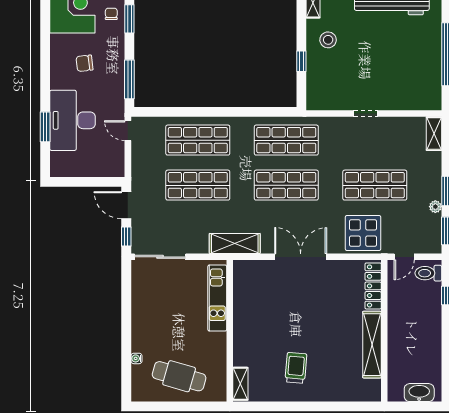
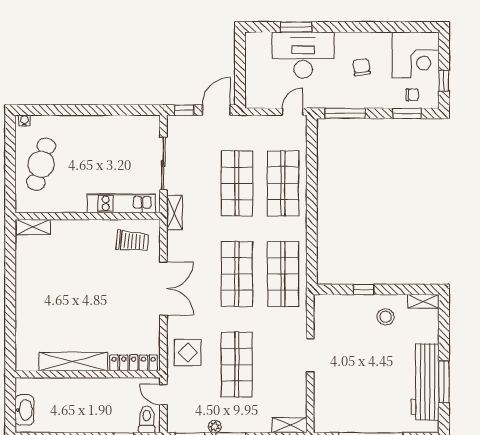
doorway: (366, 113) -> (310, 355), width x1.38
display table: (363, 233) -> (188, 353), width x0.73, depth x0.73
shelving: (235, 243) -> (175, 212), width x0.67, depth x0.75
sliding door: (160, 257) -> (163, 163), moved
water cooler: (136, 358) -> (24, 121), moved
trolley: (296, 368) -> (132, 241), moved

